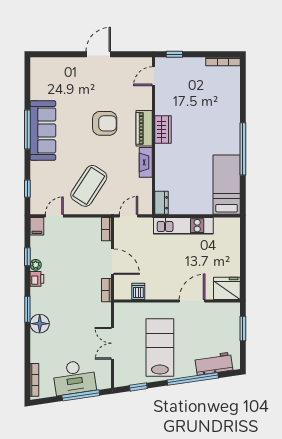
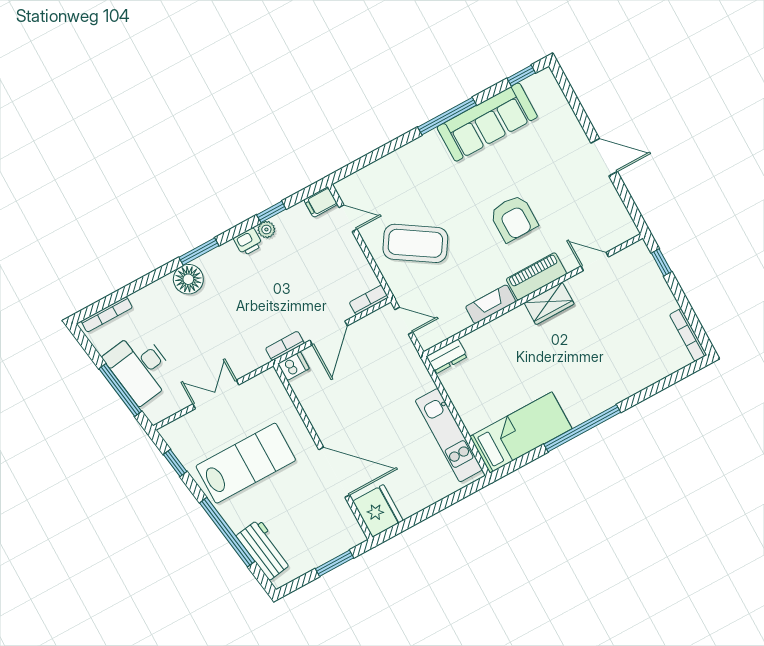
door: (154, 76) -> (595, 262), moved
sofa: (43, 130) -> (487, 122), moved
window: (27, 189) -> (521, 76), moved
kitchen unit: (183, 226) -> (449, 435), moved
dishwasher: (138, 291) -> (293, 366), moved
door: (192, 301) -> (334, 472), width x1.36

